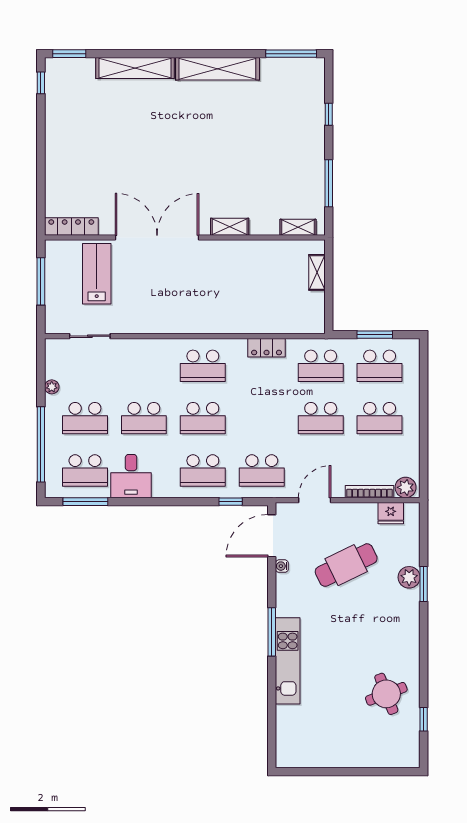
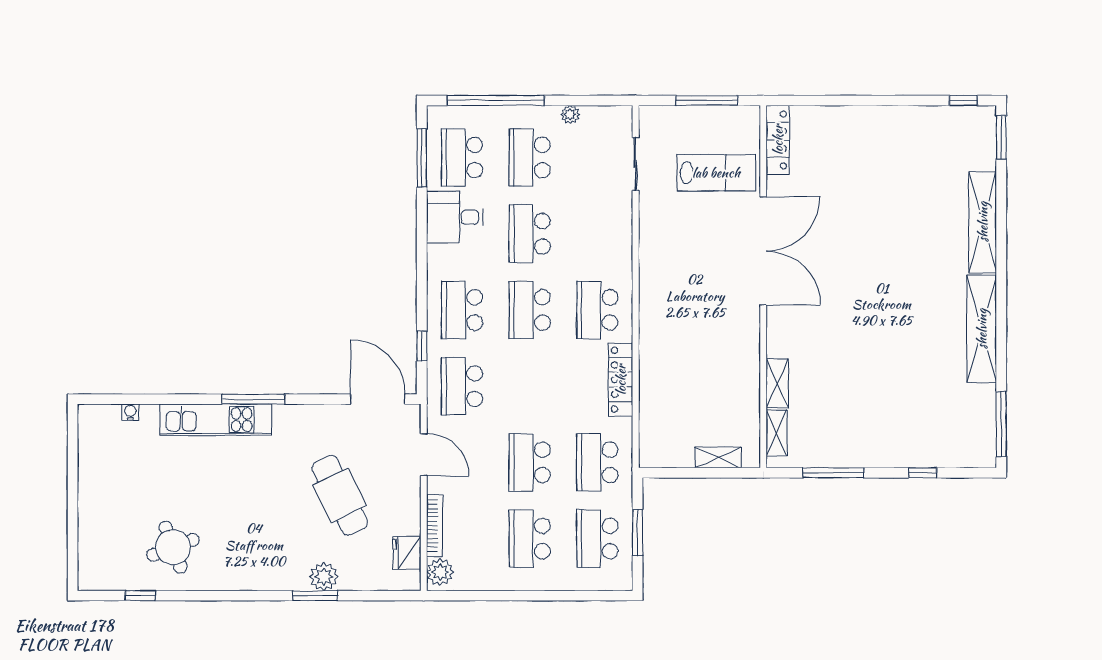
shelving: (230, 227) -> (777, 383), moved
locker: (267, 348) -> (621, 380), width x1.53
water cooler: (282, 566) -> (130, 412), moved

